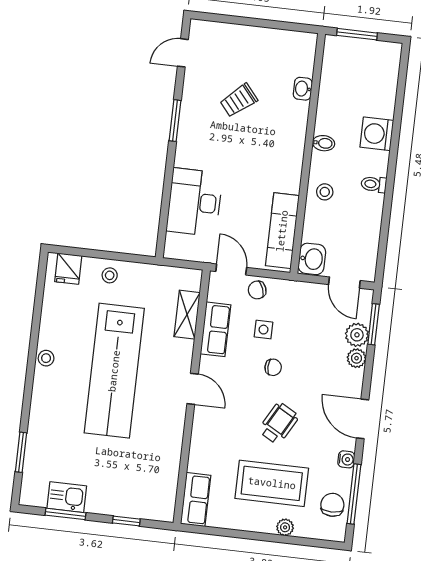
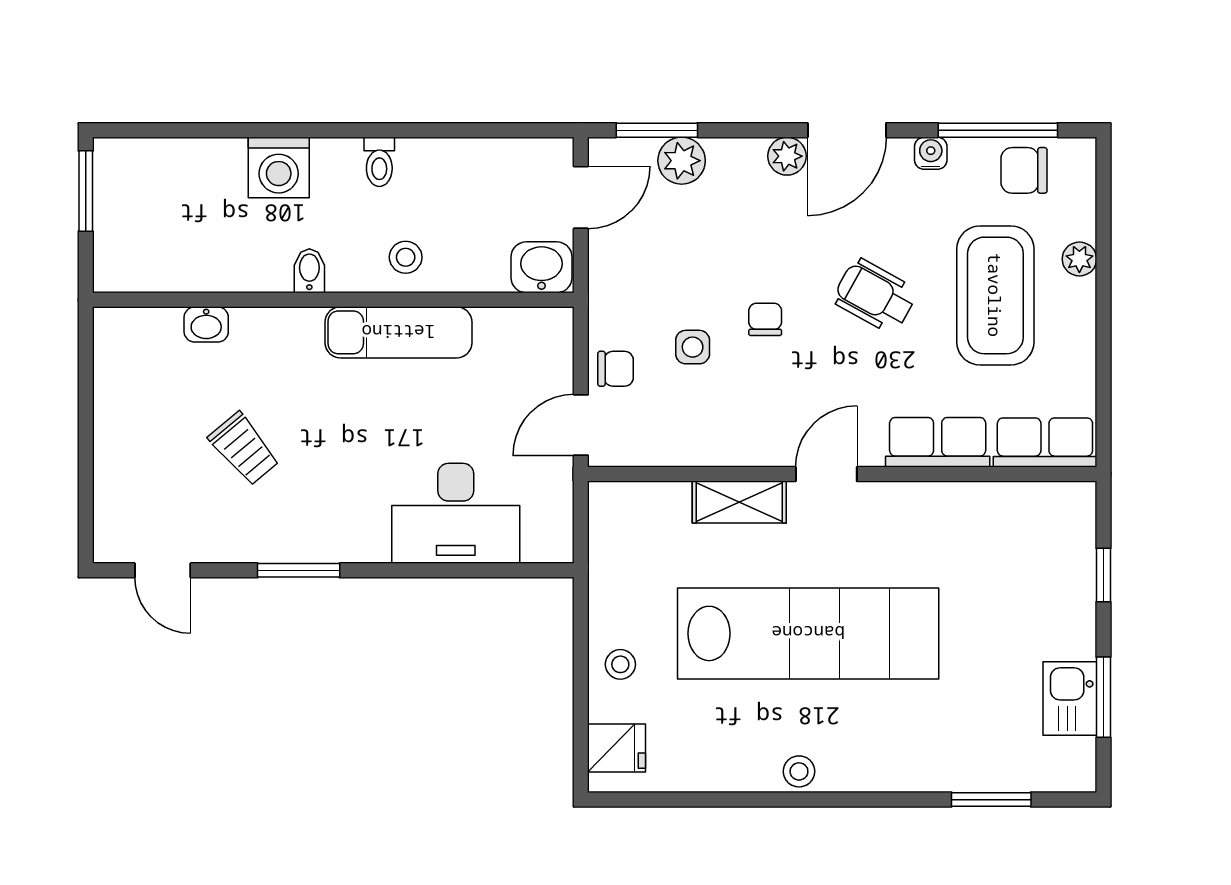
window: (357, 34) -> (86, 191), moved
exam couch: (282, 231) -> (398, 332), moved
chair: (257, 290) -> (616, 369), turned -69
shelving: (187, 315) -> (739, 502), moved
row of seats: (215, 329) -> (938, 442), moved
plant: (357, 358) -> (787, 156), moved

